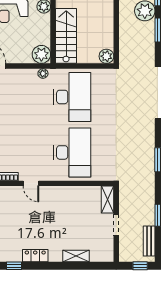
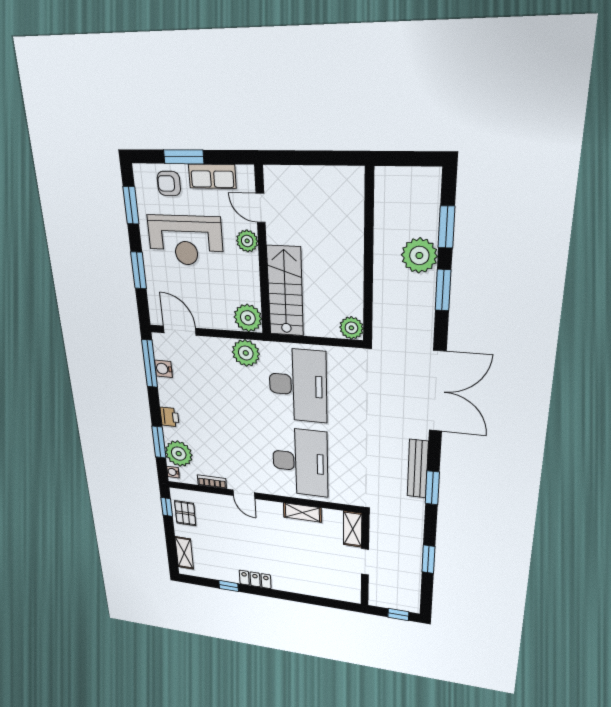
plant: (43, 74) -> (246, 353), width x1.88, depth x1.88
bench: (149, 241) -> (418, 469), moved, width x1.36
shelving: (76, 256) -> (302, 512), moved

